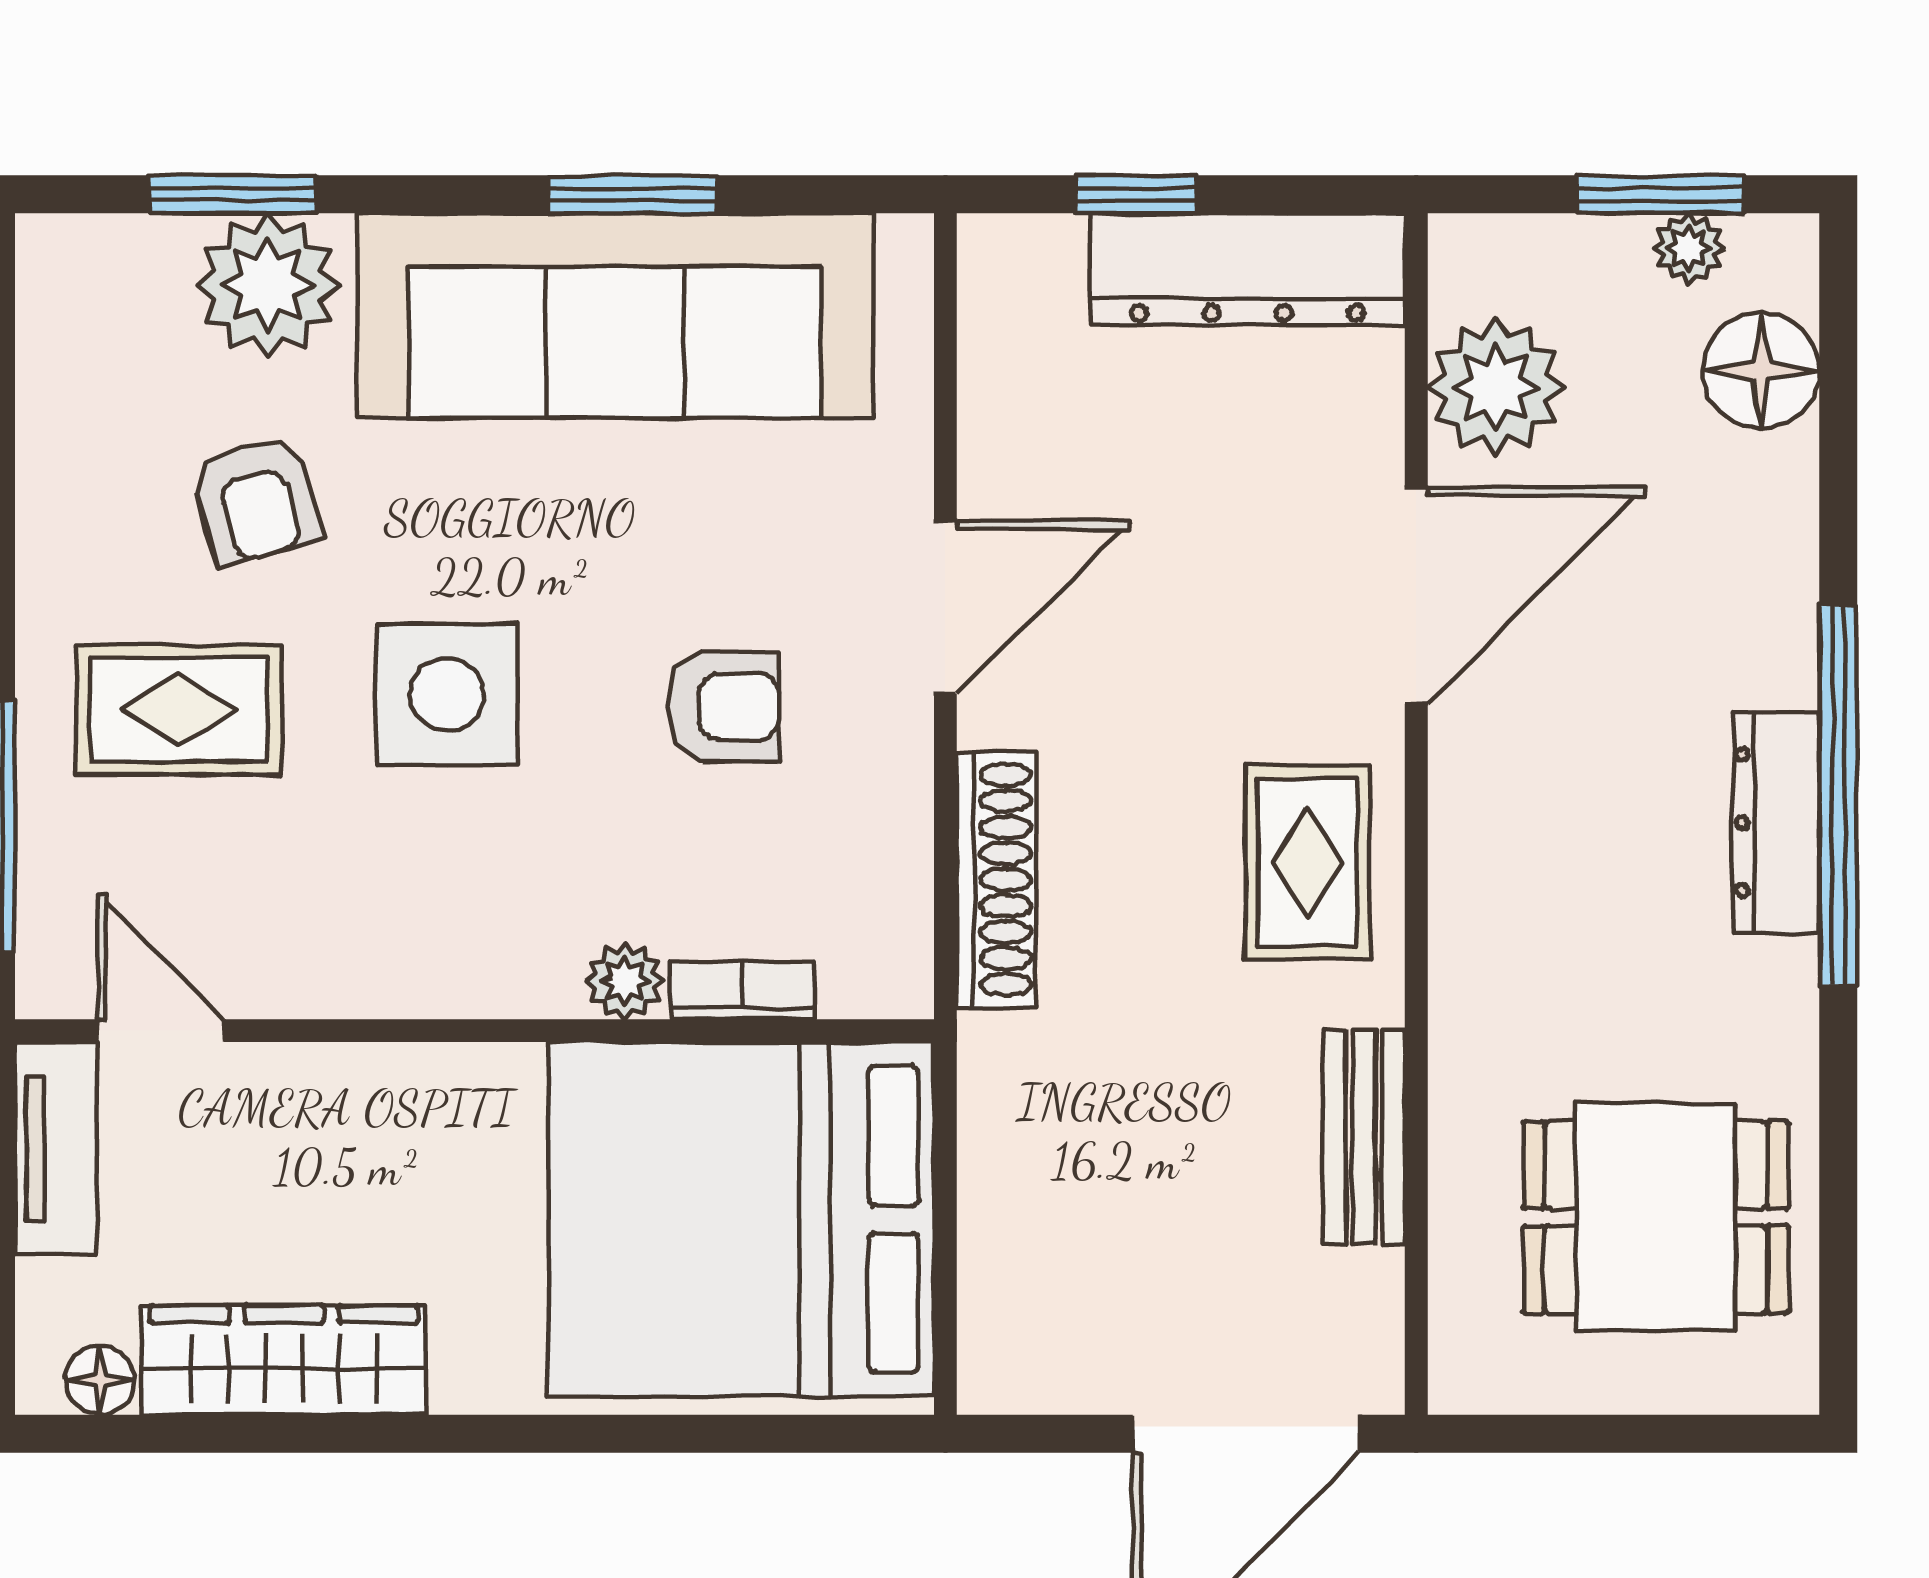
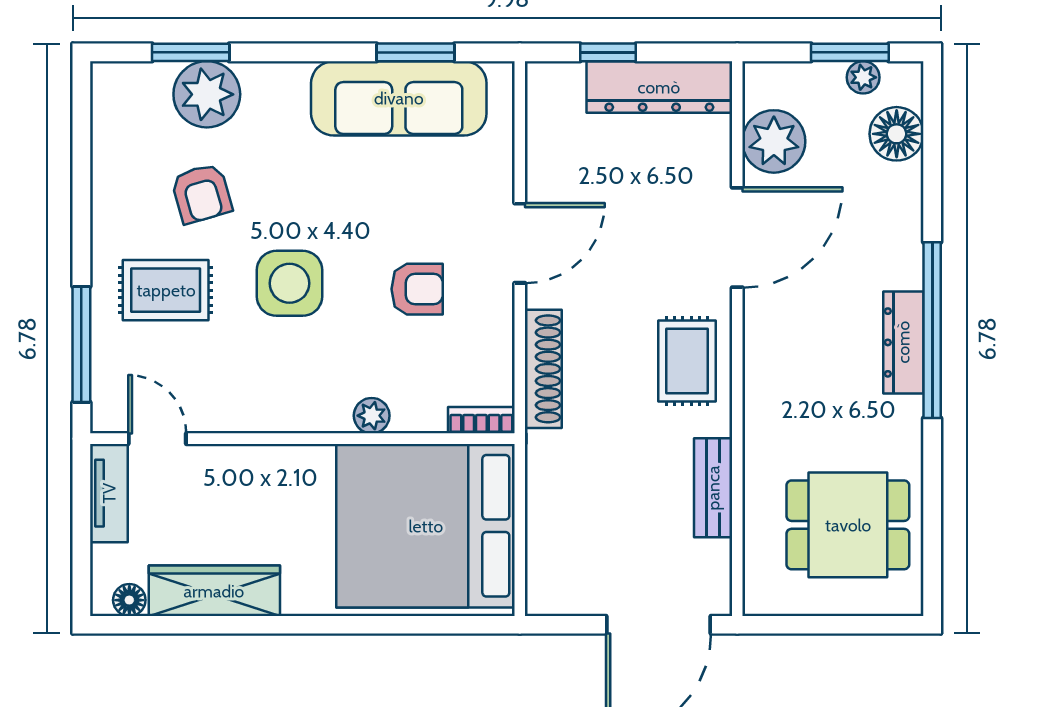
window: (632, 194) -> (416, 52), moved
sofa: (615, 316) -> (399, 98), width x0.74, depth x0.79
bookcase: (743, 991) -> (481, 420), moved

